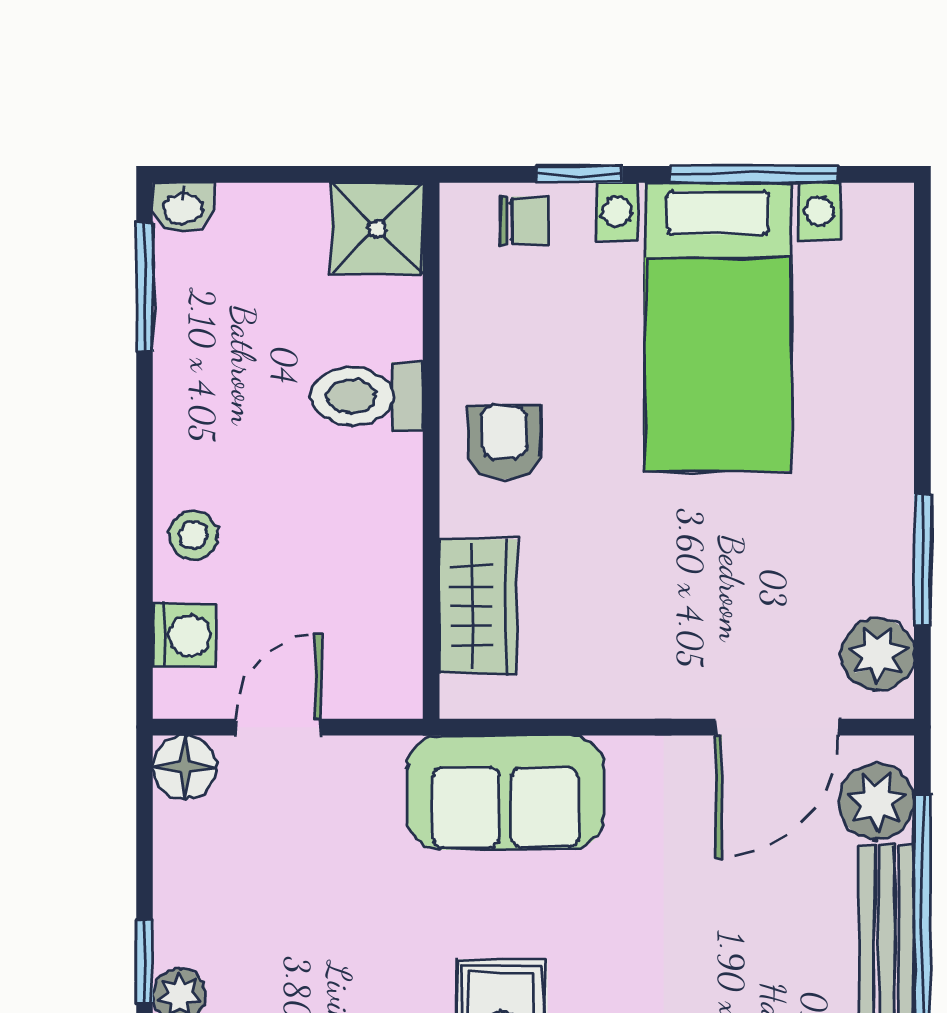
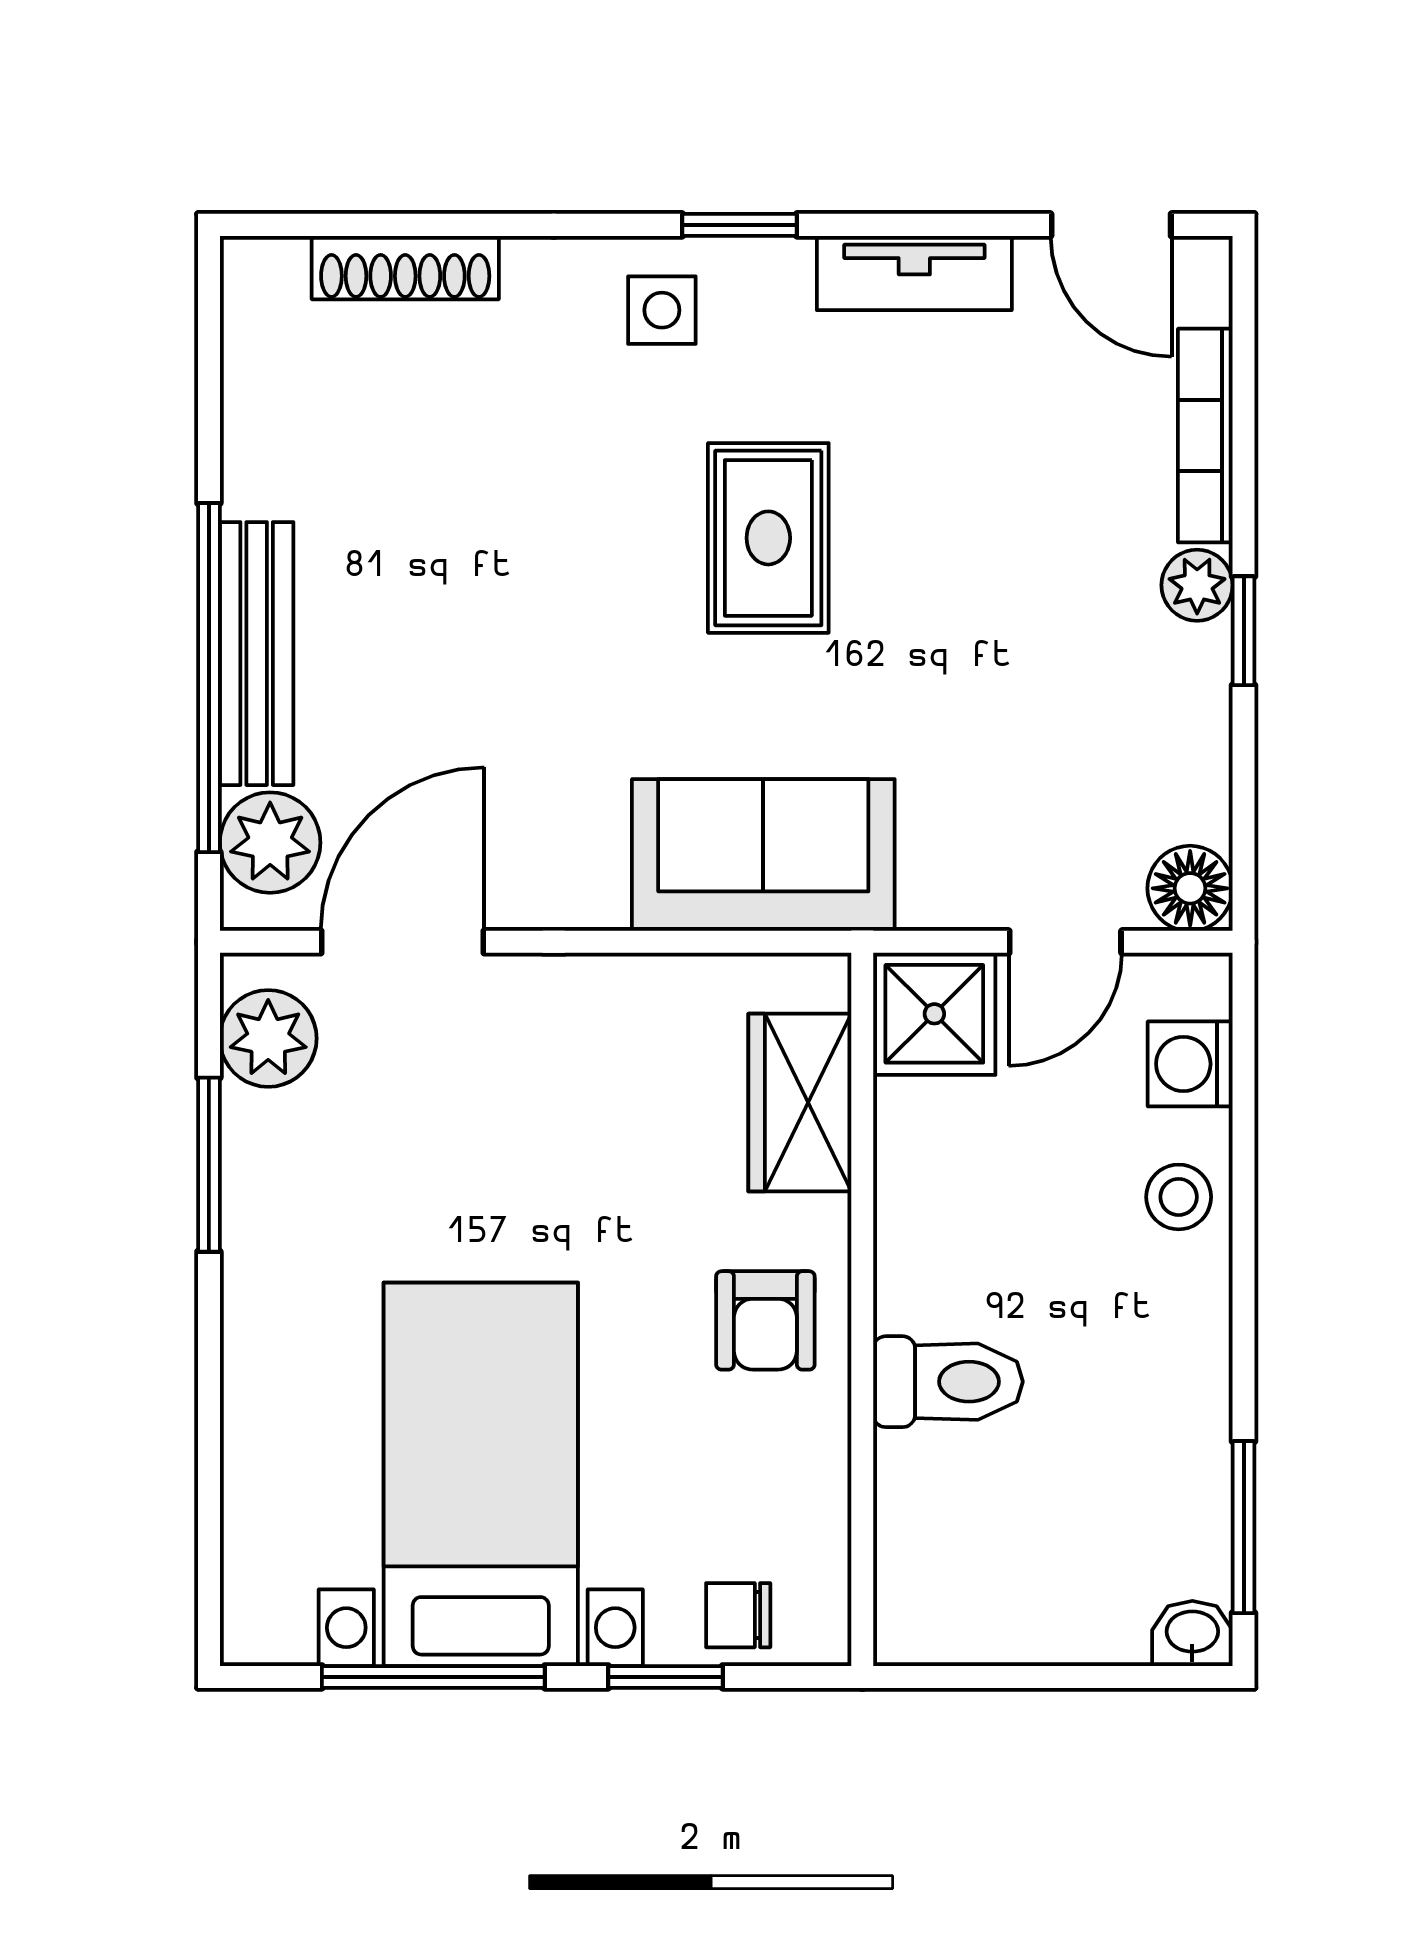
shower: (377, 229) -> (934, 1014), moved

